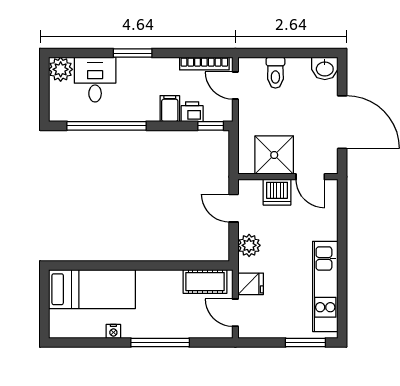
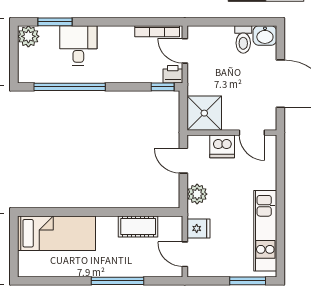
window: (133, 53) -> (55, 22), moved
toilet: (275, 73) -> (243, 39), moved
desk: (95, 80) -> (78, 46), moved
filing cabinet: (170, 109) -> (126, 72), removed
printer: (192, 112) -> (173, 74), moved
shower: (274, 155) -> (204, 113), moved
cot: (205, 282) -> (138, 226), moved
nightstand: (113, 331) -> (76, 271), removed

